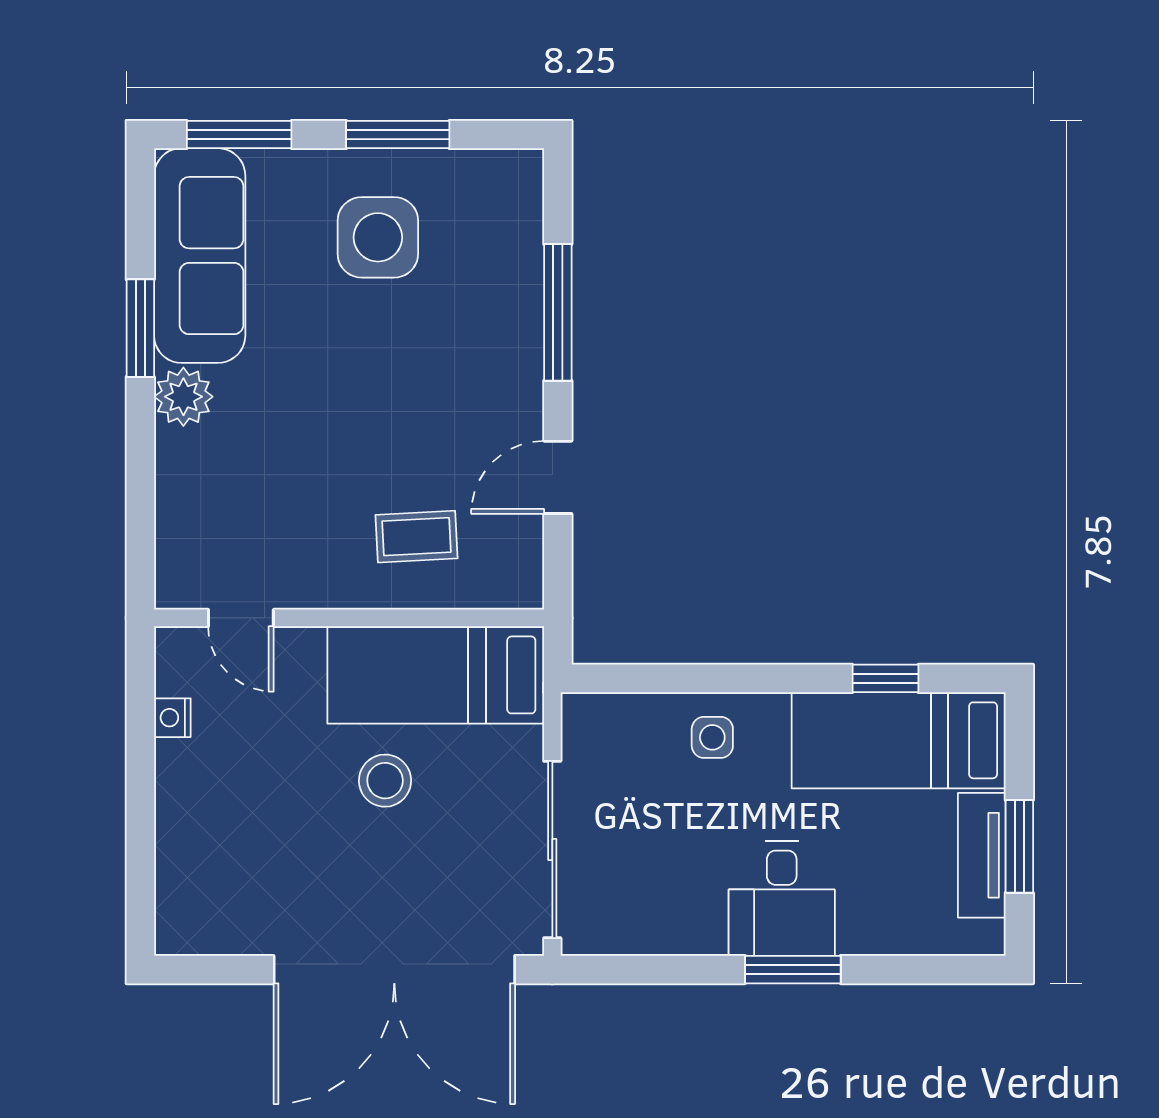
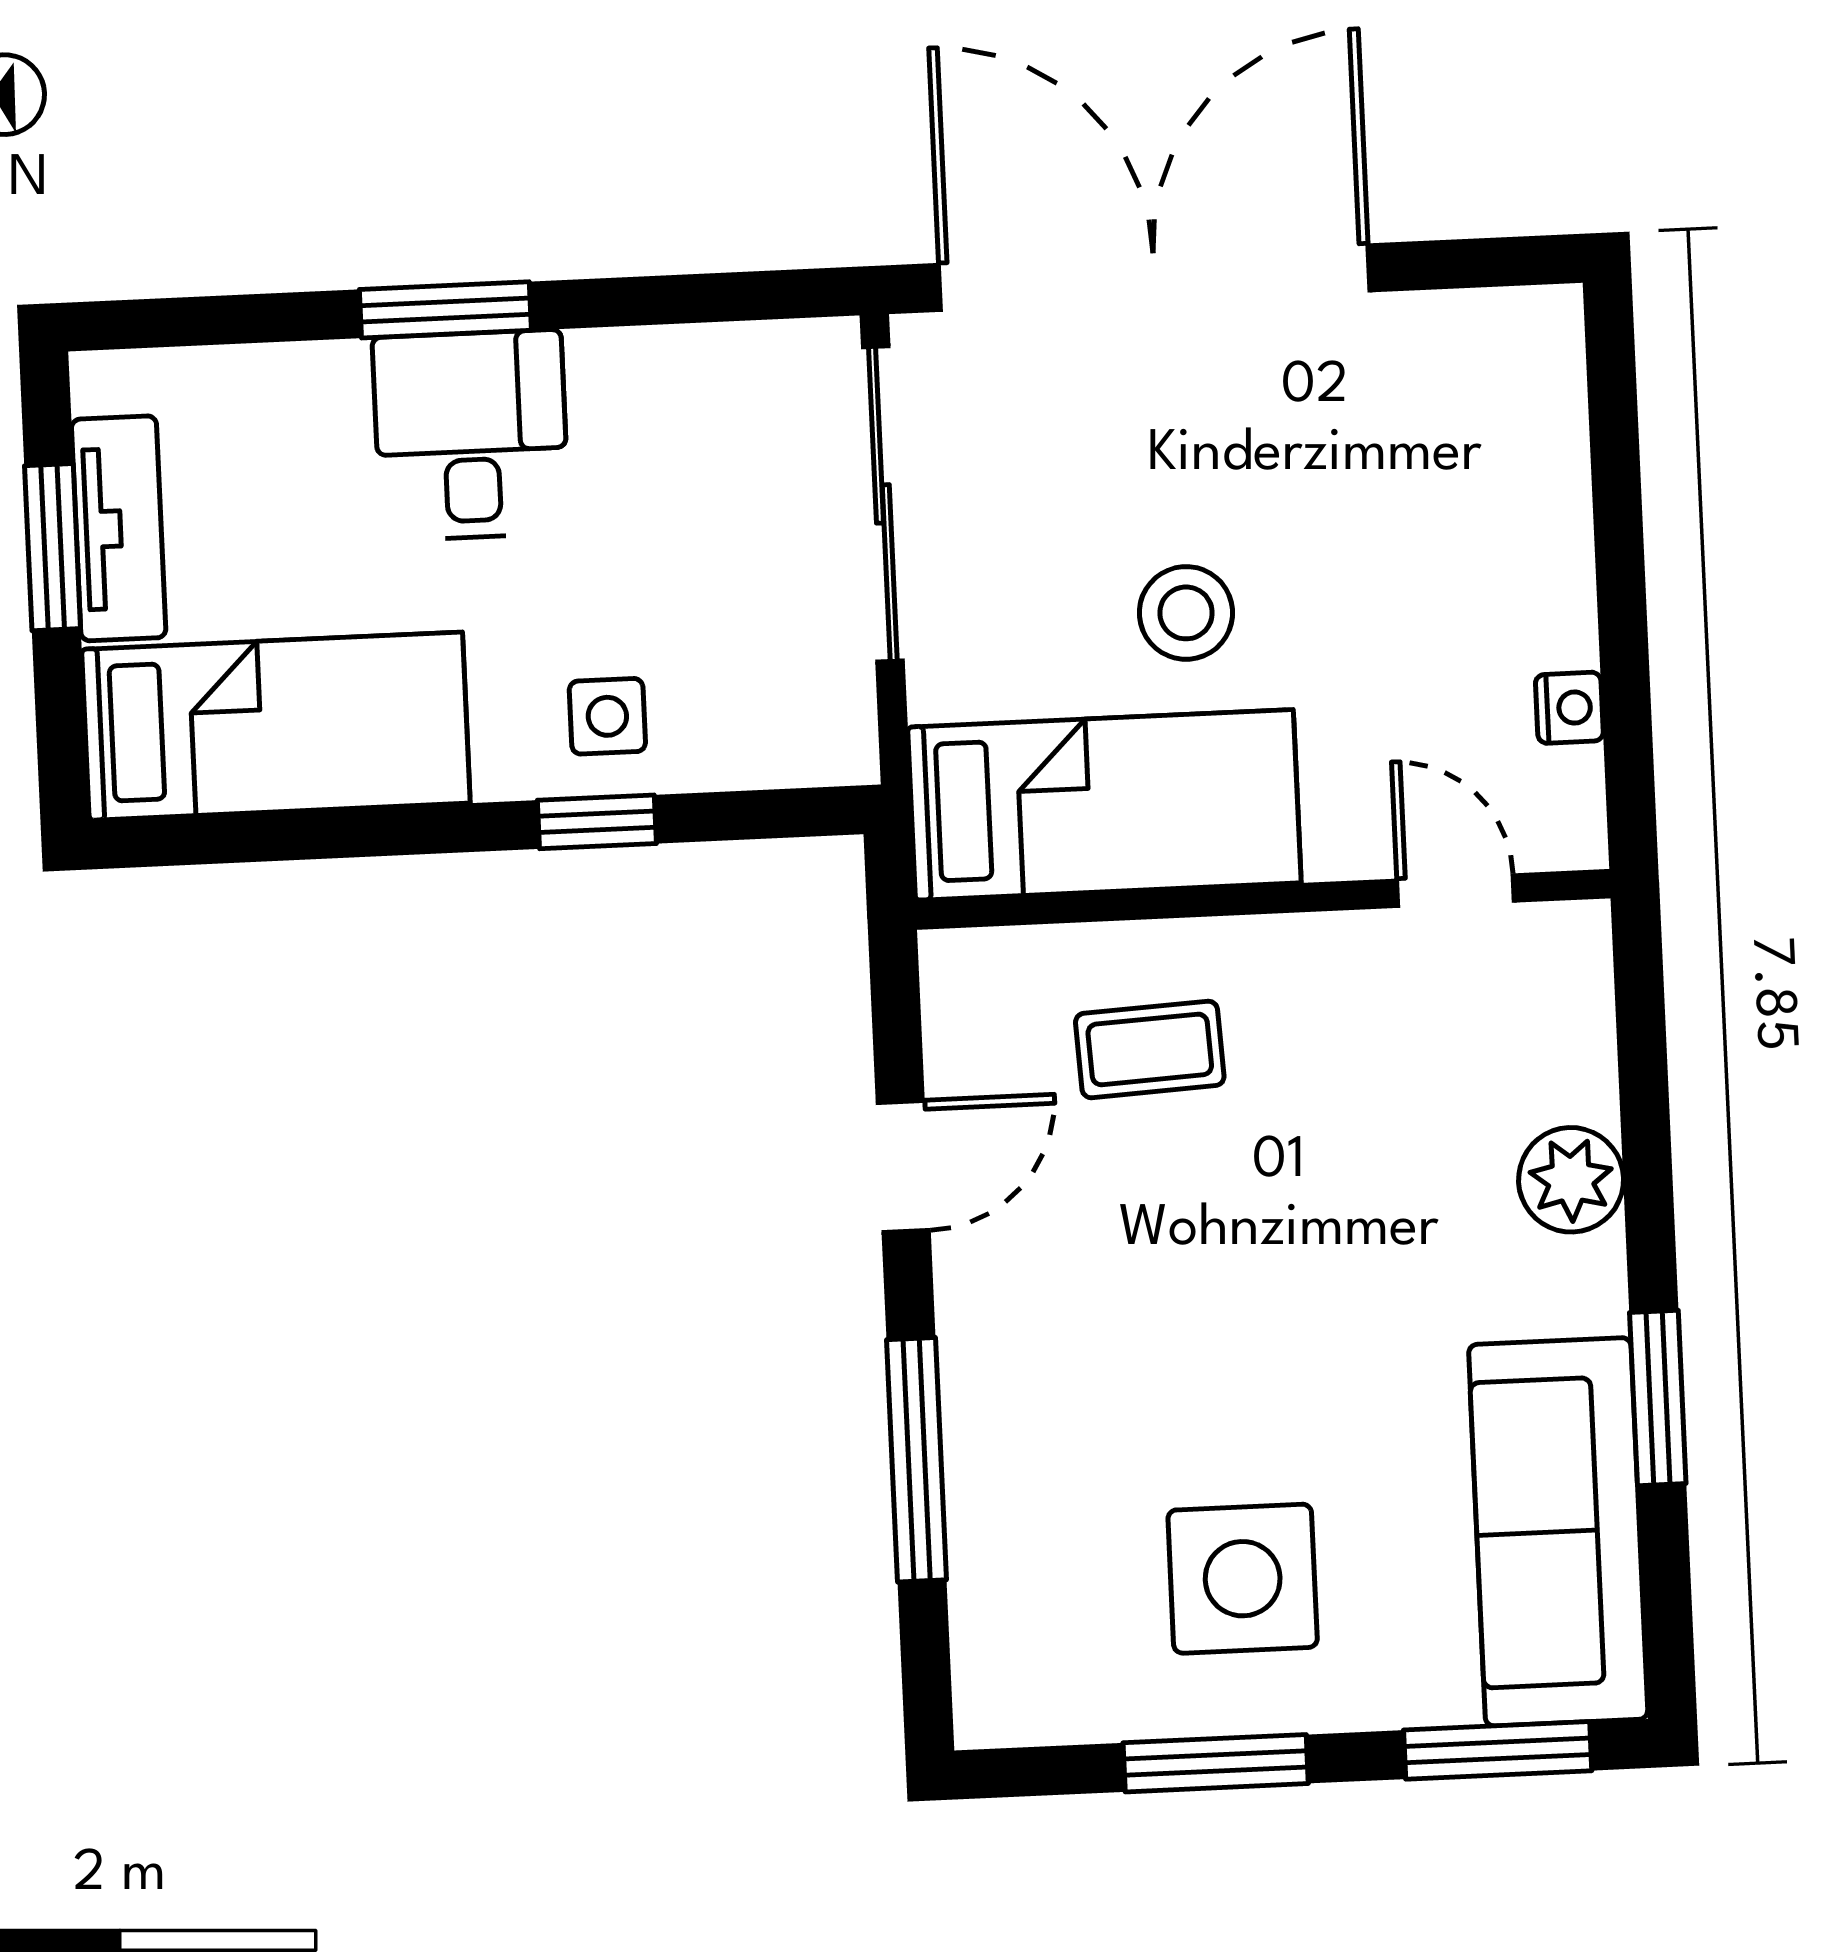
plant: (183, 397) -> (1571, 1180), moved
window: (885, 678) -> (597, 822), moved

